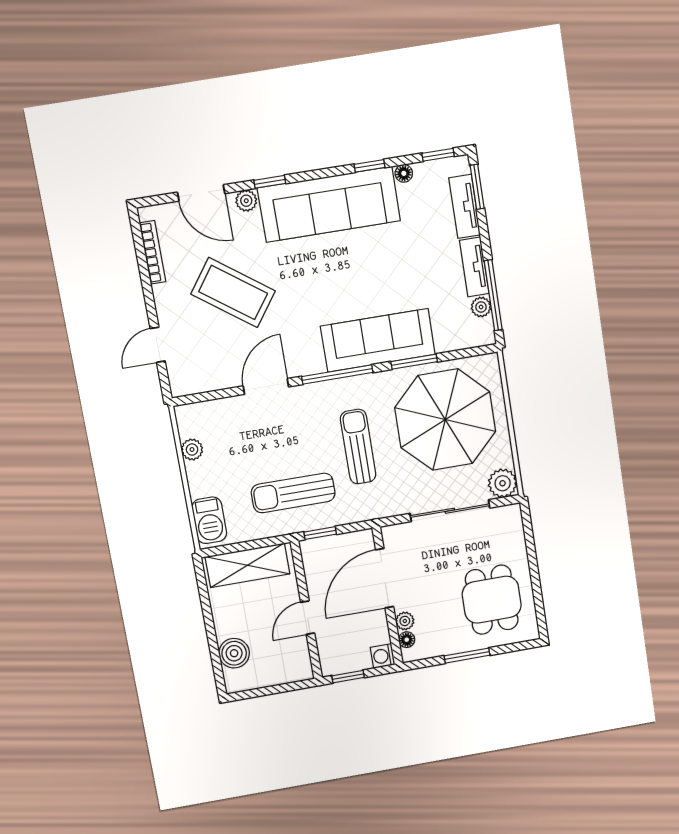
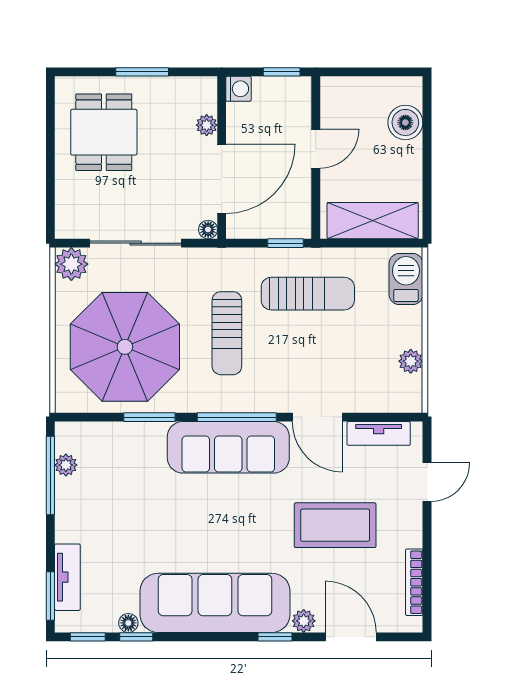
window: (369, 166) -> (136, 637), moved
tv unit: (474, 267) -> (379, 433), moved, turned 90
coffee table: (233, 292) -> (335, 525), turned -36
sofa: (378, 340) -> (228, 447), moved
door: (266, 386) -> (317, 417), hinge flipped
floor lamp: (407, 640) -> (208, 230), moved

